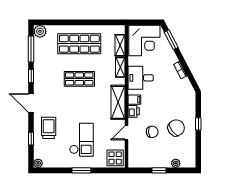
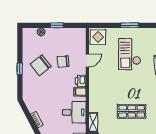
shelving: (118, 102) -> (95, 89), removed

